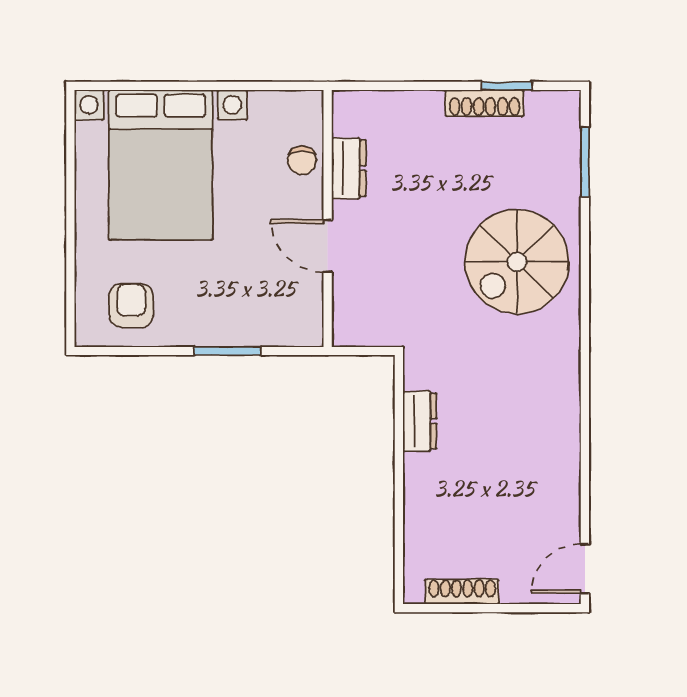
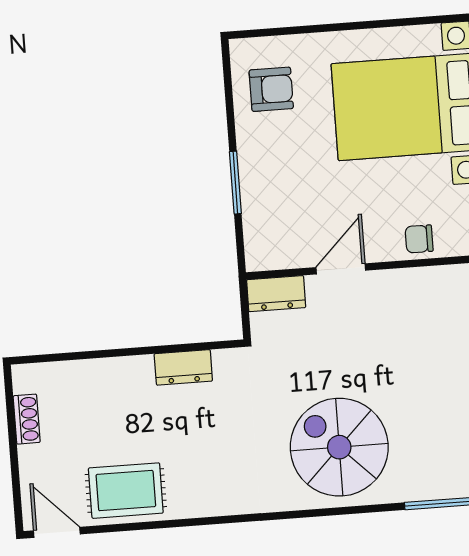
dresser: (349, 168) -> (276, 294), moved
rug: (546, 492) -> (126, 491), added
shoe rack: (462, 592) -> (27, 419), width x0.70

